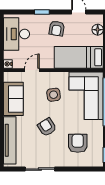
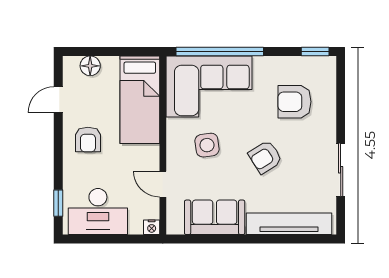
window: (42, 12) -> (58, 203), moved
armchair: (57, 28) -> (88, 140), turned 81

